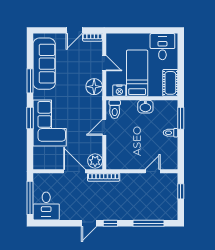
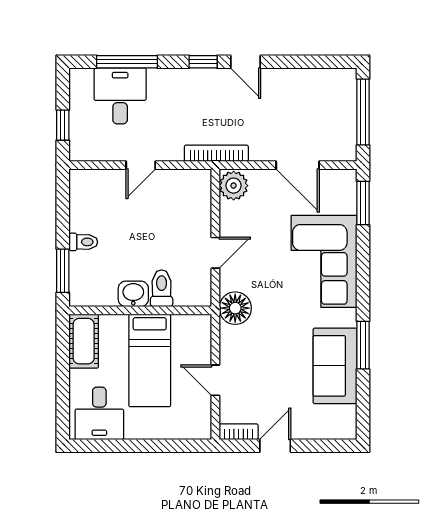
sofa: (44, 64) -> (335, 366), width x0.73
floor lamp: (94, 87) -> (235, 308), moved
nightstand: (119, 91) -> (185, 326), removed
toilet: (115, 109) -> (162, 288), moved
window: (30, 118) -> (363, 203), moved
door: (75, 171) -> (298, 165), moved
door: (153, 171) -> (141, 165), moved
desk: (46, 206) -> (120, 96), moved
door: (89, 223) -> (246, 62), swing flipped

